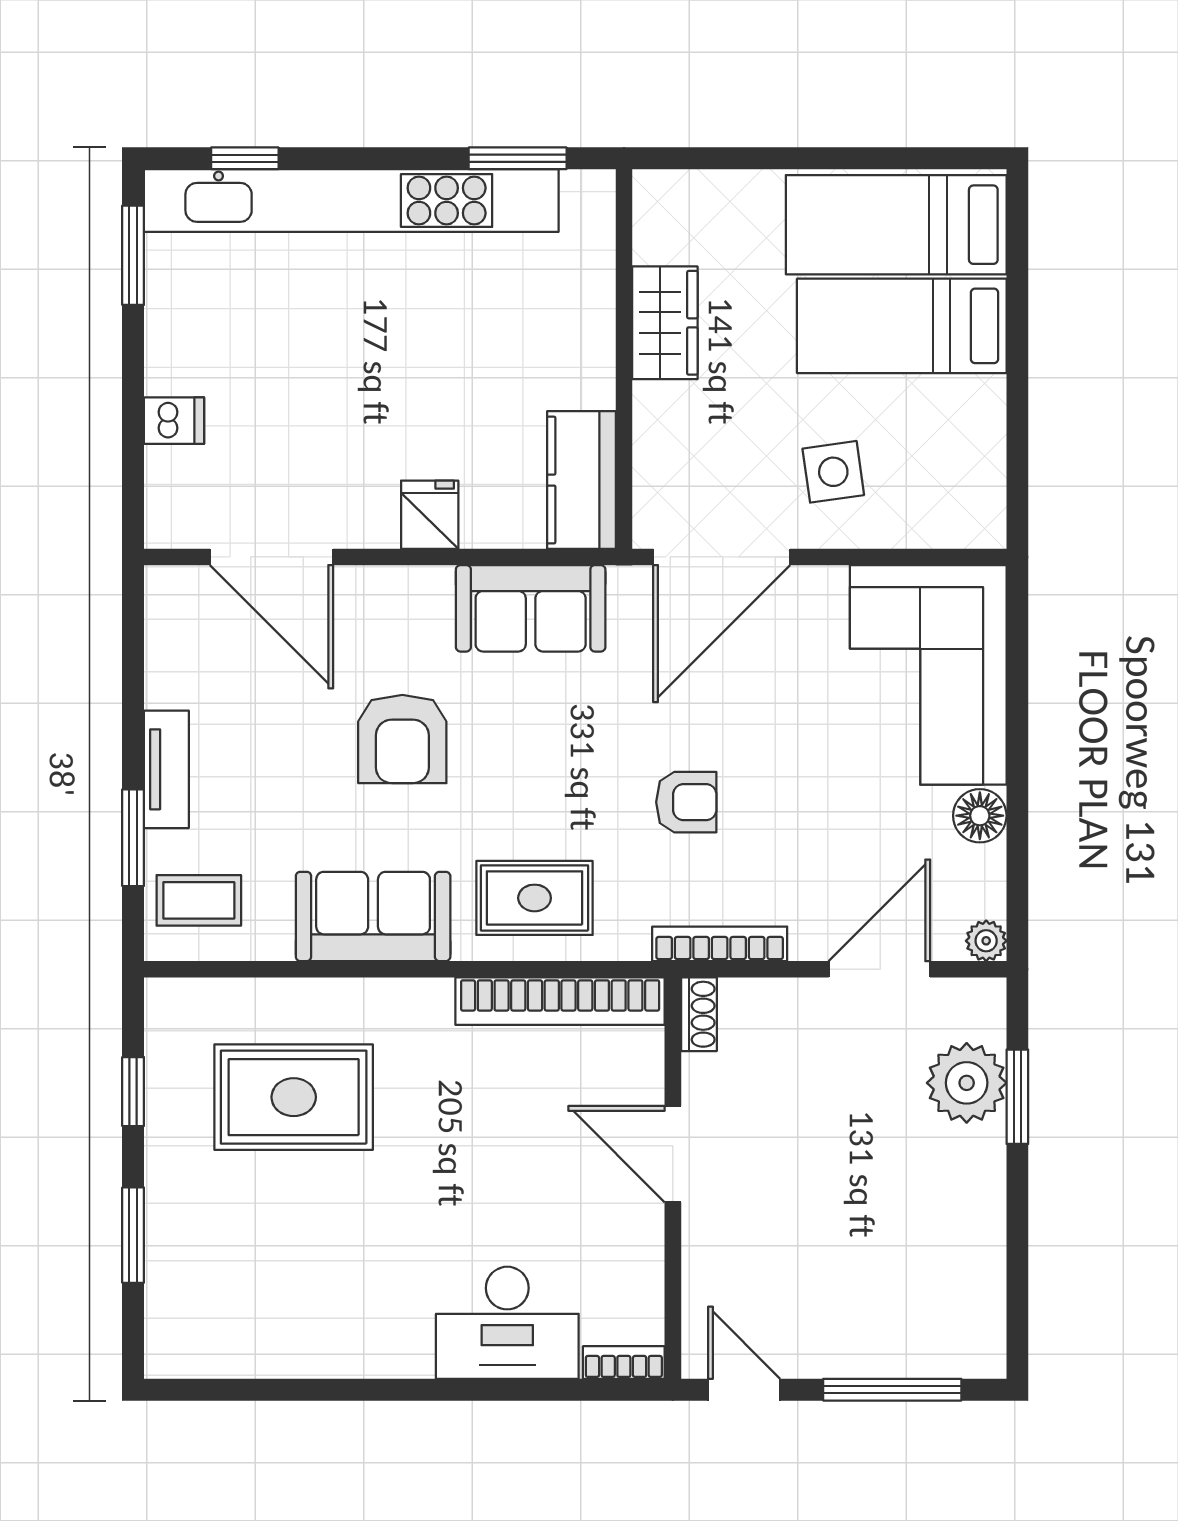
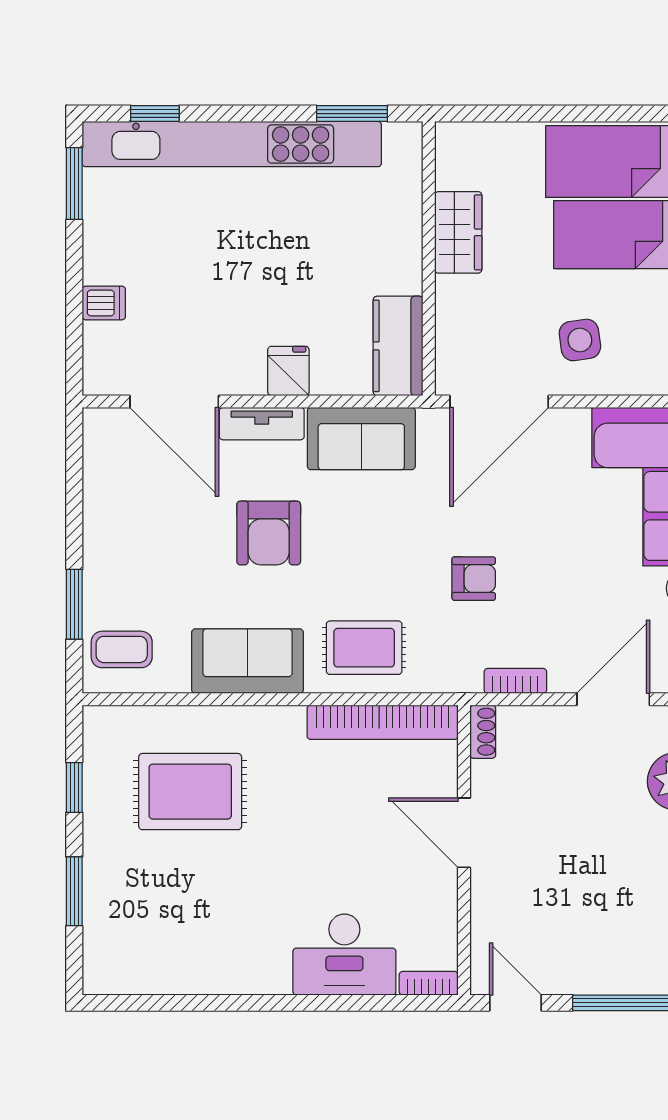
tv unit: (166, 769) -> (262, 424), moved, turned 90
bookcase: (720, 944) -> (515, 681), width x0.64

